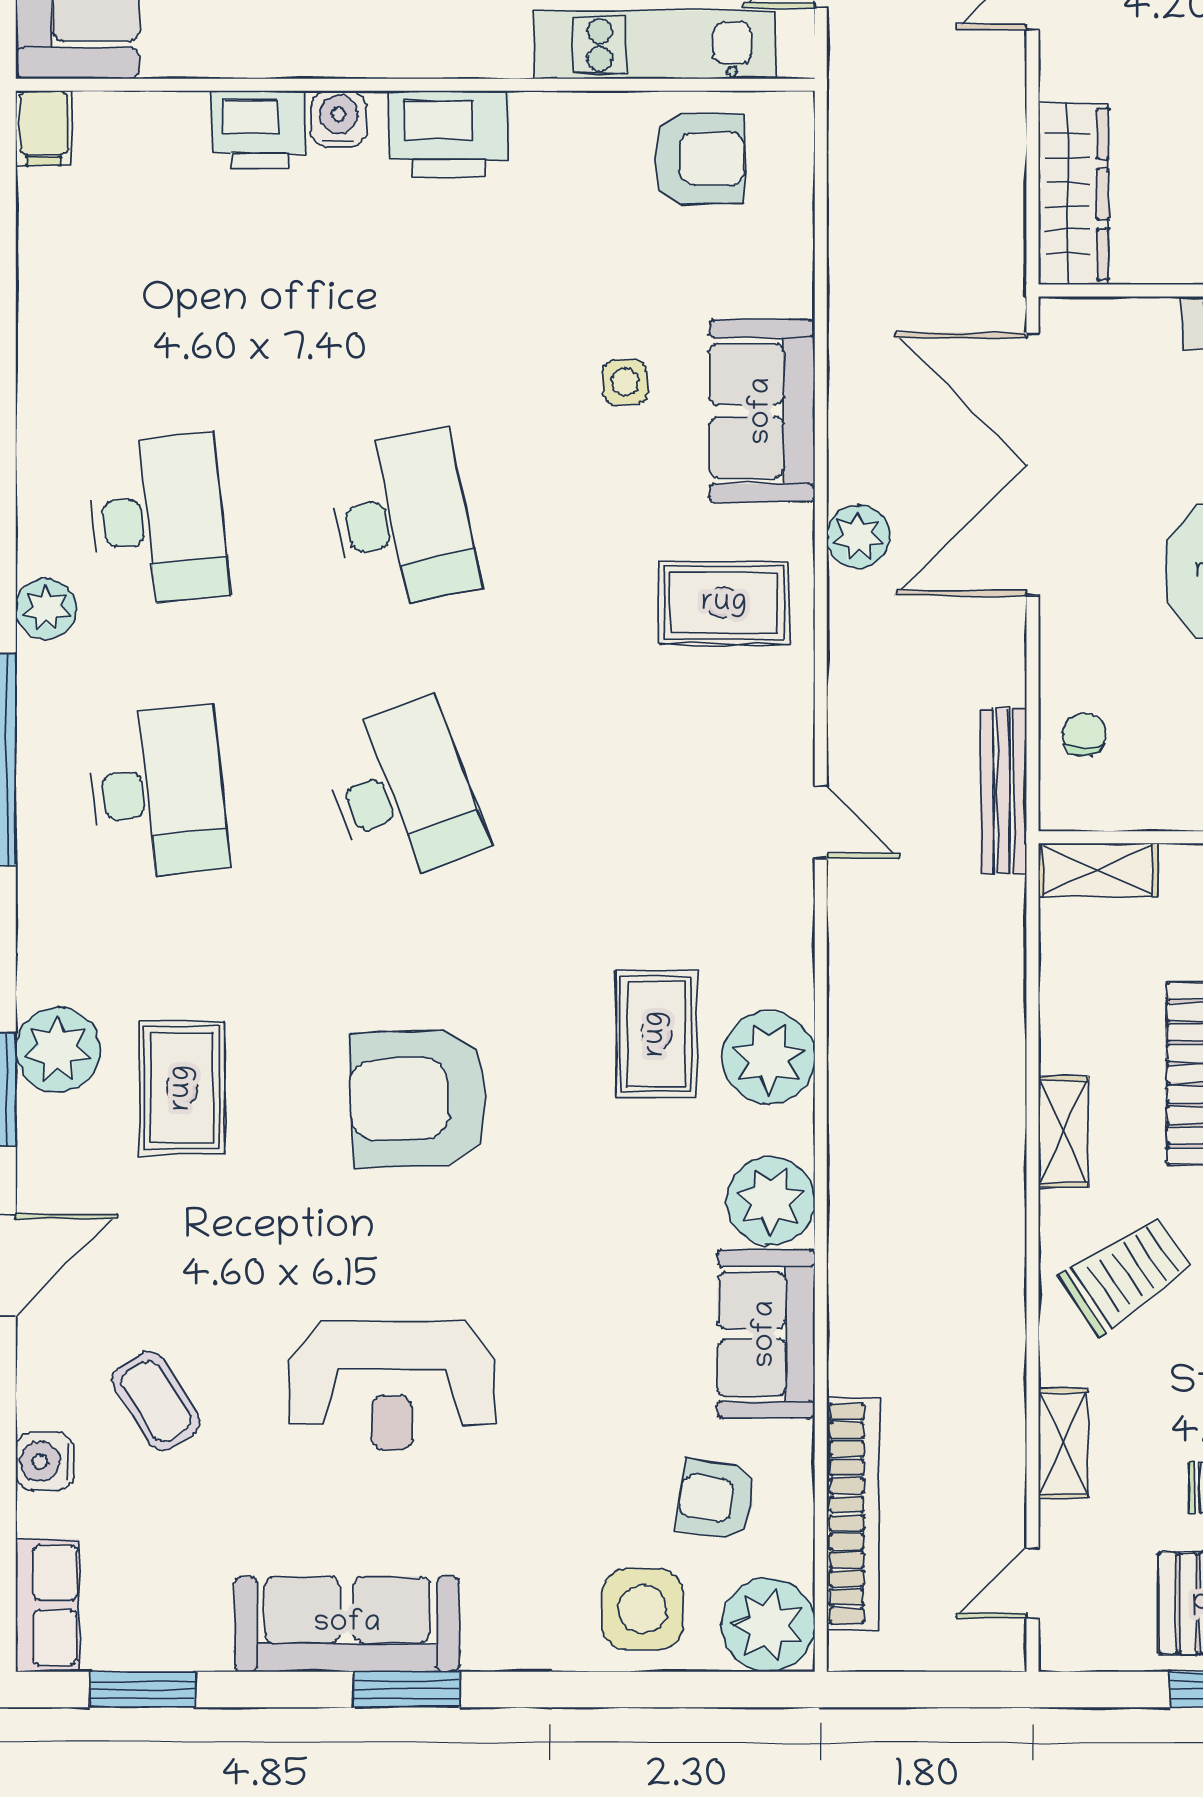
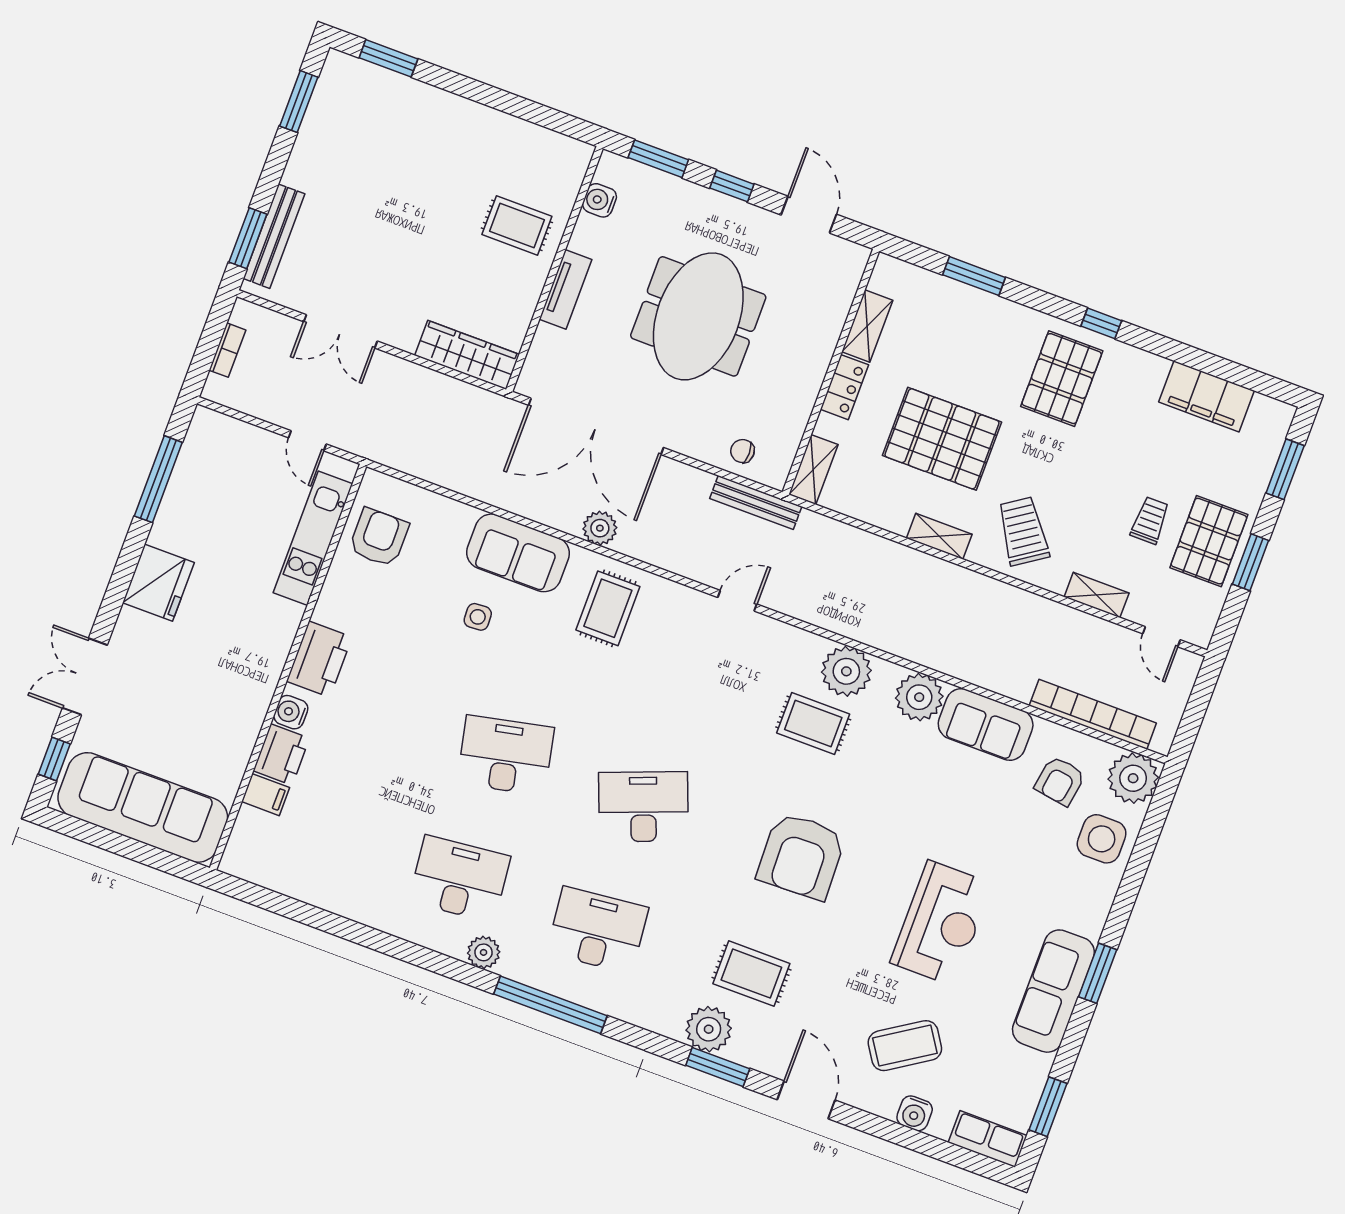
filing cabinet: (44, 128) -> (266, 795), moved
coffee table: (156, 1401) -> (905, 1046), width x1.36, depth x1.30

